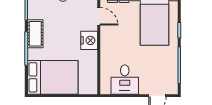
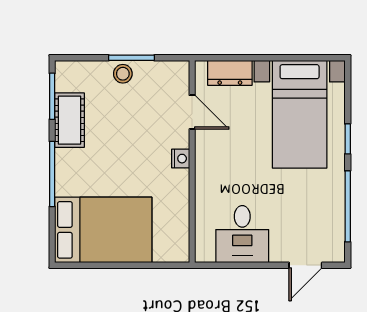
cot: (35, 34) -> (69, 120), moved
nightstand: (89, 40) -> (181, 159), width x0.53, depth x0.56

